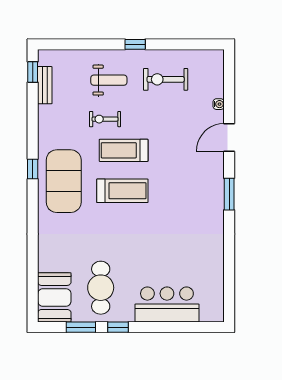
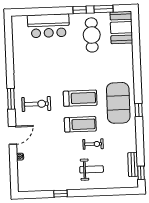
window: (135, 44) -> (60, 194), moved
exercise bike: (166, 79) -> (36, 104), moved
weight bench: (109, 80) -> (92, 169), turned 180
treadmill: (122, 191) -> (80, 98), turned 180

